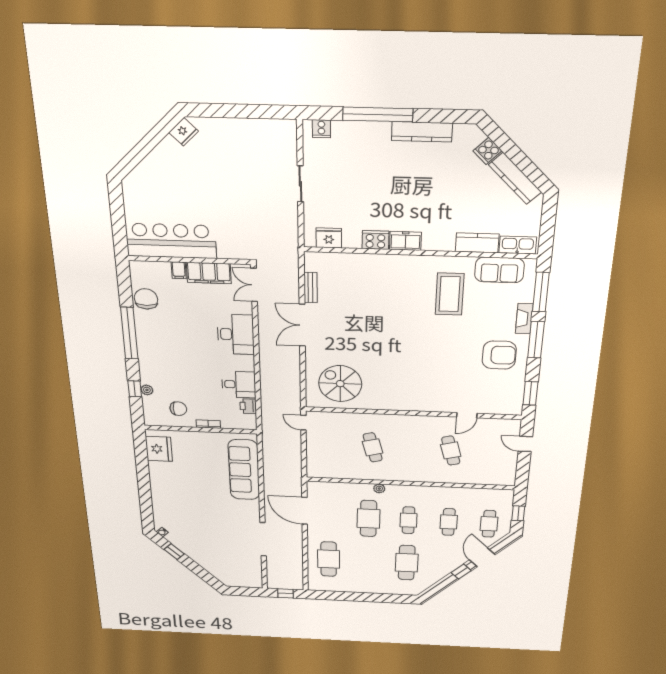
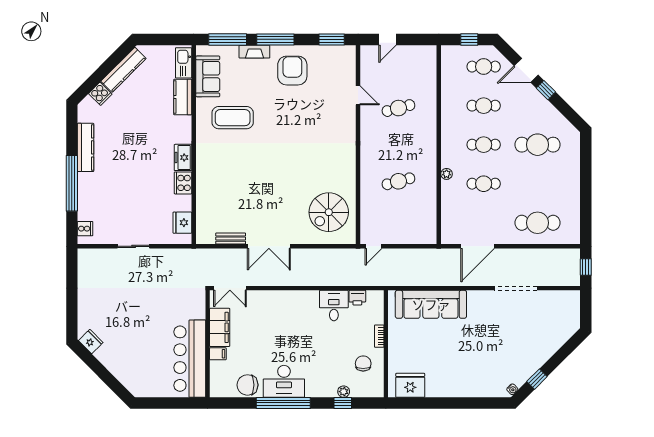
desk: (236, 334) -> (284, 381), moved, turned 180
cafe table: (368, 518) -> (484, 184), width x0.73, depth x0.74

